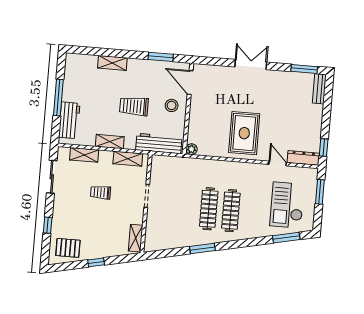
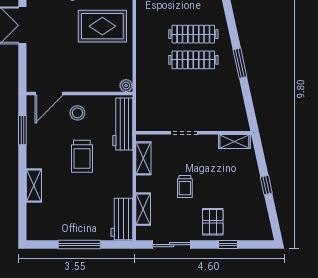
workbench: (69, 120) -> (122, 219), moved, turned -90
shelving: (110, 142) -> (125, 181), removed
pallet: (68, 248) -> (213, 222), moved

